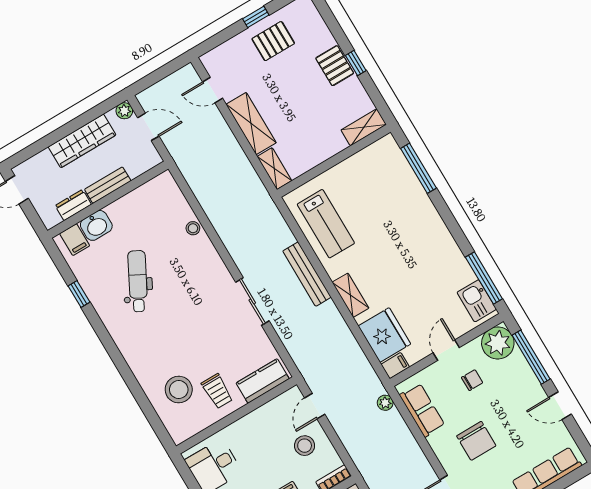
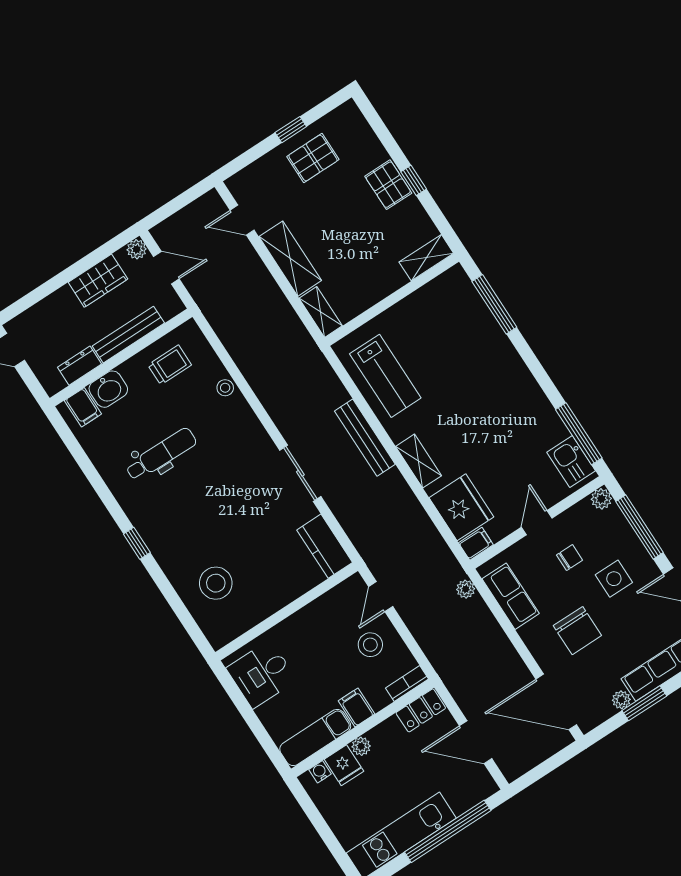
wardrobe: (82, 141) -> (98, 281), width x0.67
bench: (108, 185) -> (128, 335), width x1.36
dental chair: (138, 281) -> (161, 454), turned 63
window: (79, 294) -> (137, 543), moved
plant: (498, 343) -> (601, 499), width x0.53, depth x0.53
kitchen counter: (263, 381) -> (325, 546), moved, turned -90
trolley: (217, 391) -> (170, 365), moved, turned -90
side table: (508, 399) -> (614, 579), added

